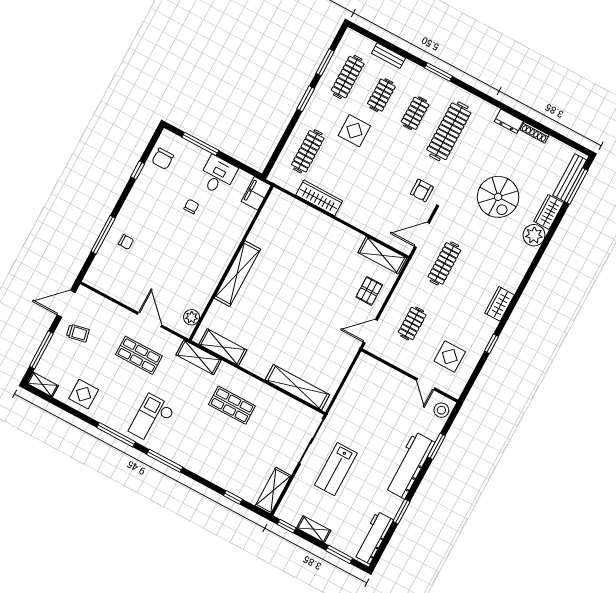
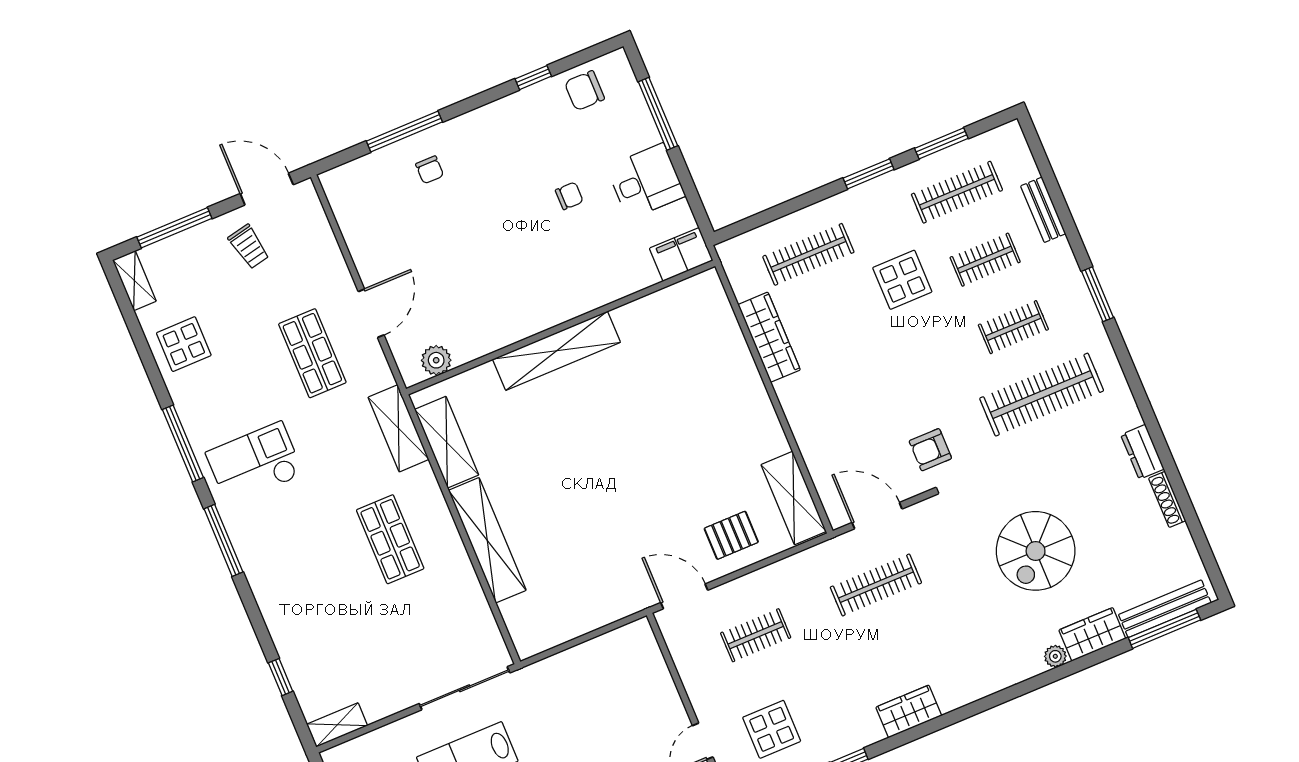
plant: (534, 235) -> (1055, 656), width x0.53, depth x0.53
shelving: (297, 387) -> (487, 540), moved
shelving: (273, 491) -> (337, 725), width x0.67, depth x0.75

